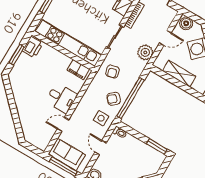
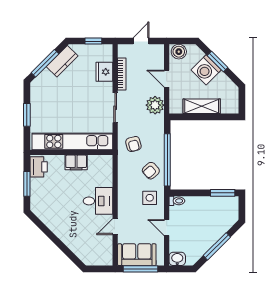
door: (165, 38) -> (167, 79), swing flipped
filing cabinet: (78, 70) -> (76, 162), moved

